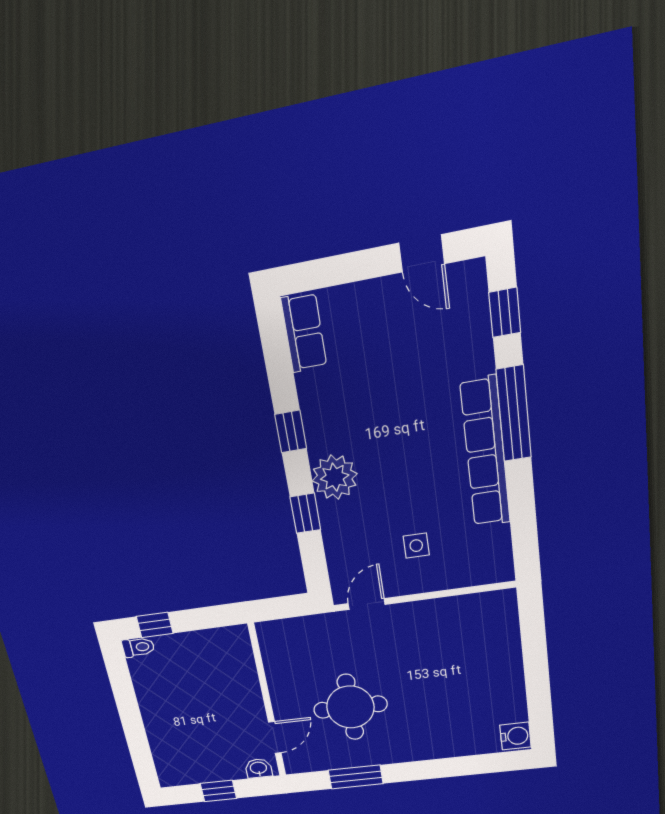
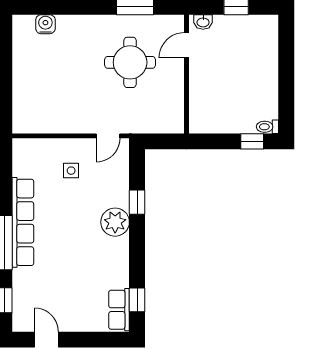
window: (291, 431) -> (137, 300), moved
water cooler: (515, 736) -> (45, 24), moved, turned 90

